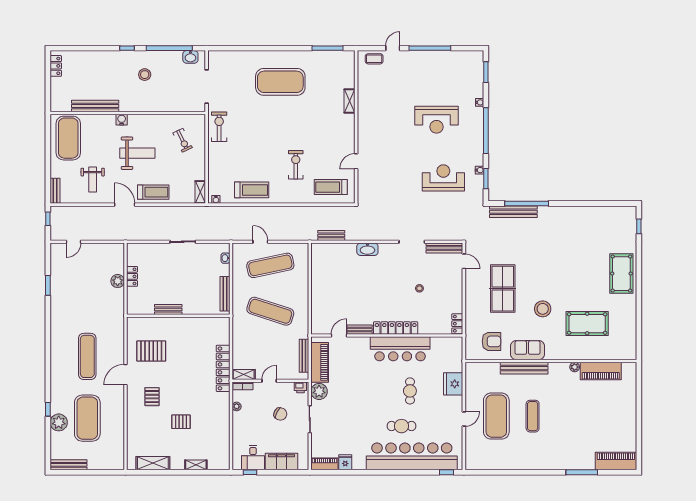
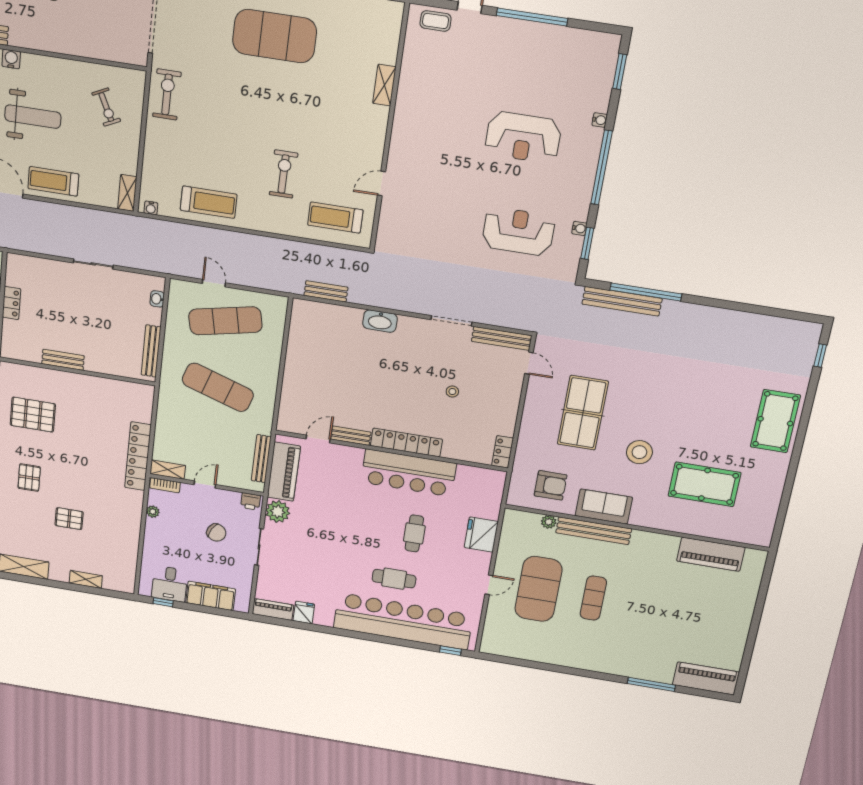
treadmill: (153, 192) -> (53, 181), turned 180
plant: (575, 367) -> (549, 522), moved

